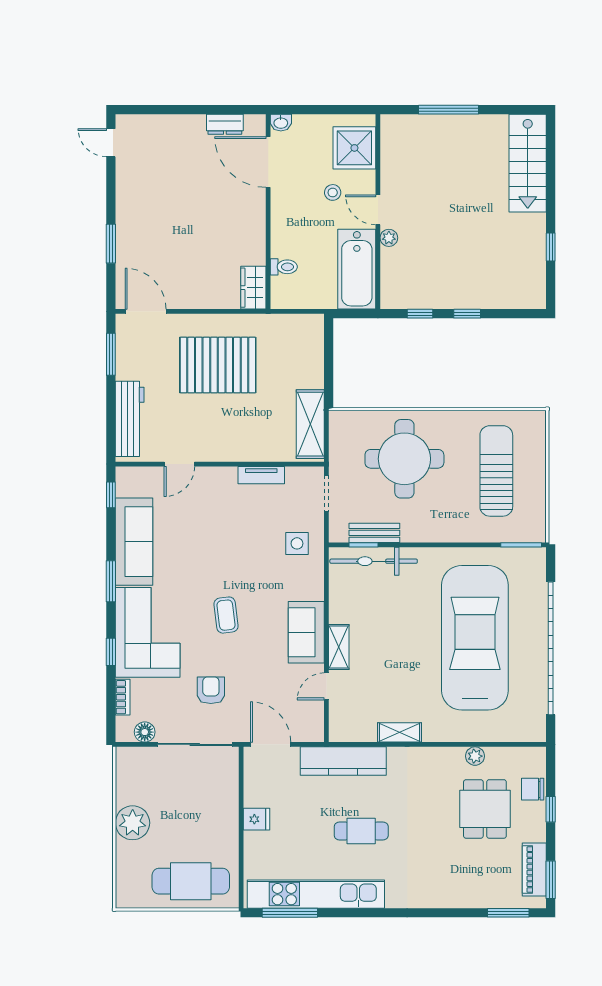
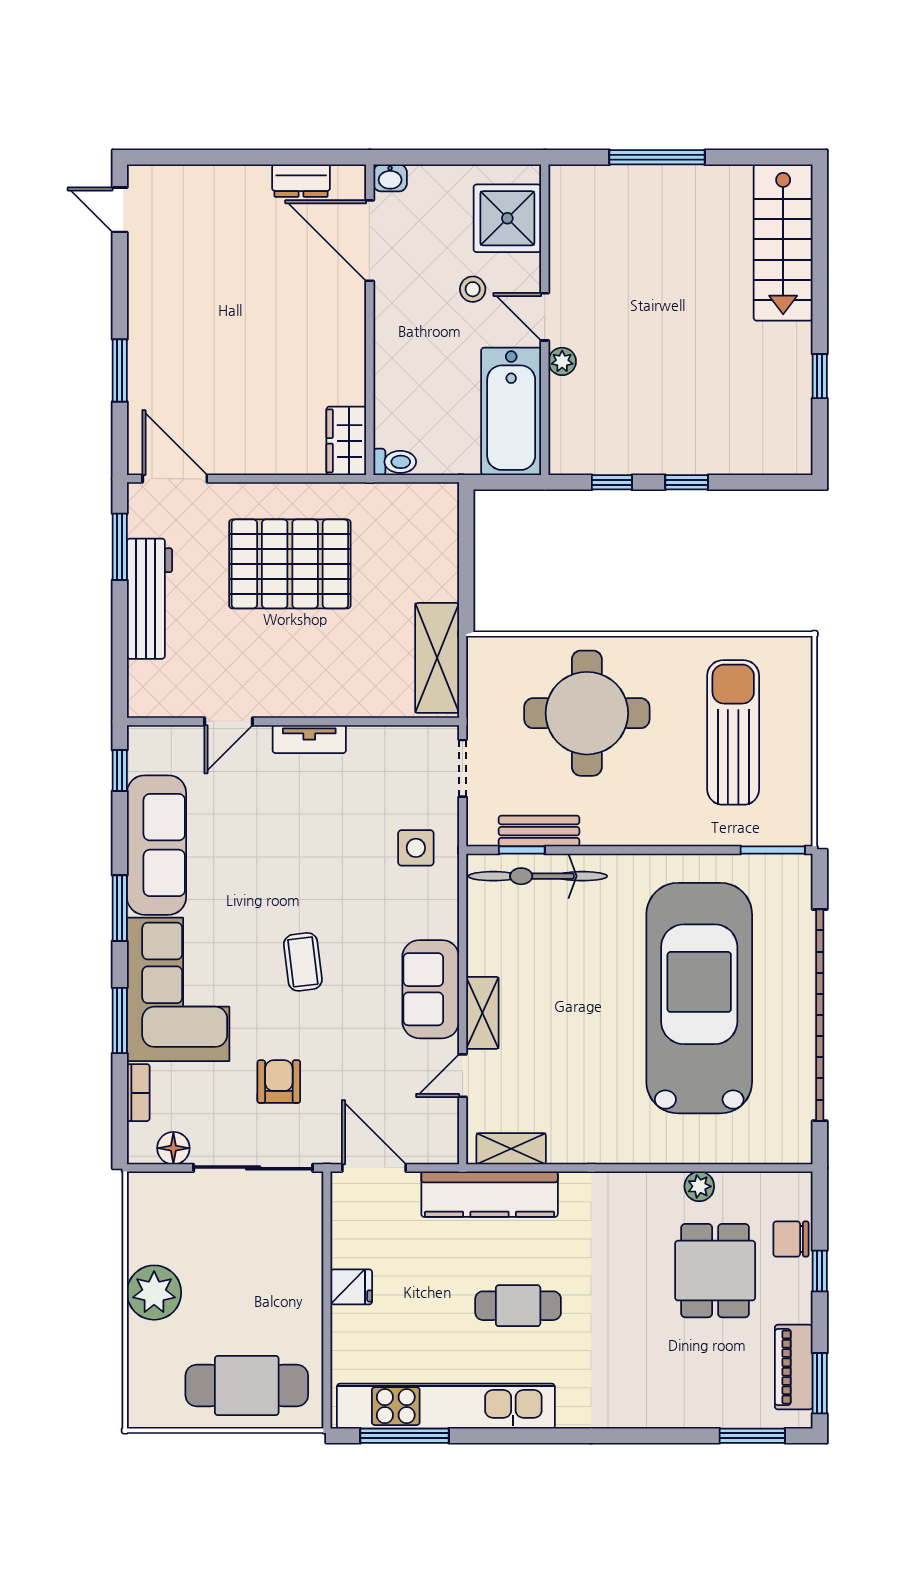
toilet: (284, 267) -> (395, 462), moved
workbench: (130, 419) -> (149, 599), moved
tv unit: (261, 475) -> (309, 739), moved
window: (111, 652) -> (120, 1021), width x1.50
shelving: (400, 732) -> (511, 1149), moved

